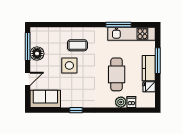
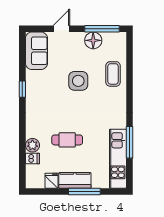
coffee table: (77, 45) -> (113, 74), moved
cafe table: (117, 74) -> (67, 140), width x0.73, depth x0.74
door: (28, 79) -> (61, 29), swing flipped

